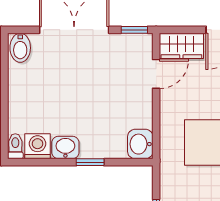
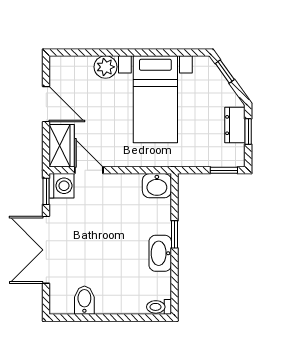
bidet: (20, 48) -> (84, 300), moved, turned -90
washing machine: (38, 146) -> (62, 186), moved, turned 180
washbasin: (65, 147) -> (160, 253), width x1.38

